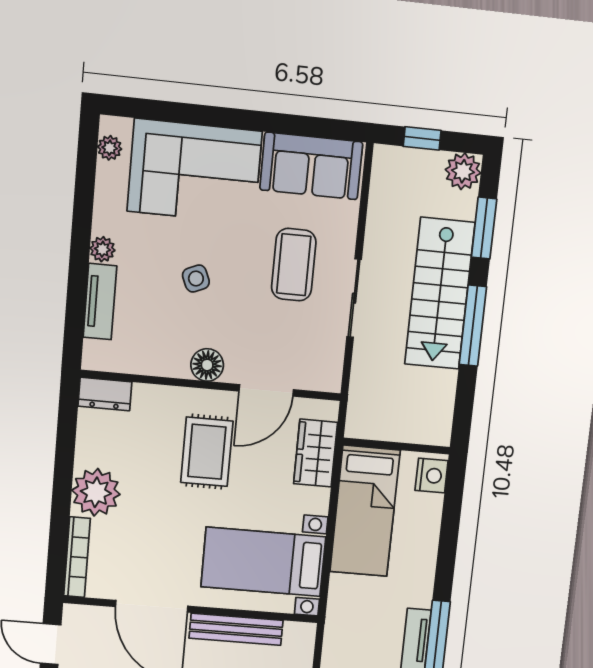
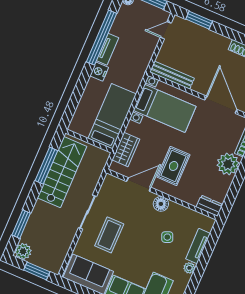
window: (422, 138) -> (37, 271), width x1.50
side table: (196, 279) -> (167, 237), moved
stairs: (440, 294) -> (62, 172), moved
window: (473, 326) -> (46, 166), moved
nightstand: (432, 476) -> (99, 72), moved
bench: (236, 629) -> (172, 75), moved

